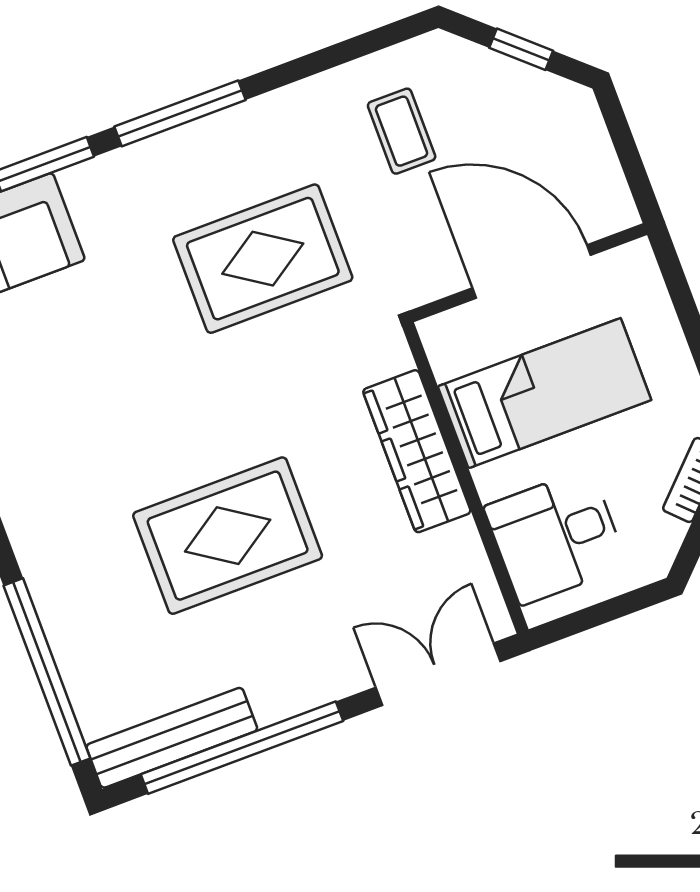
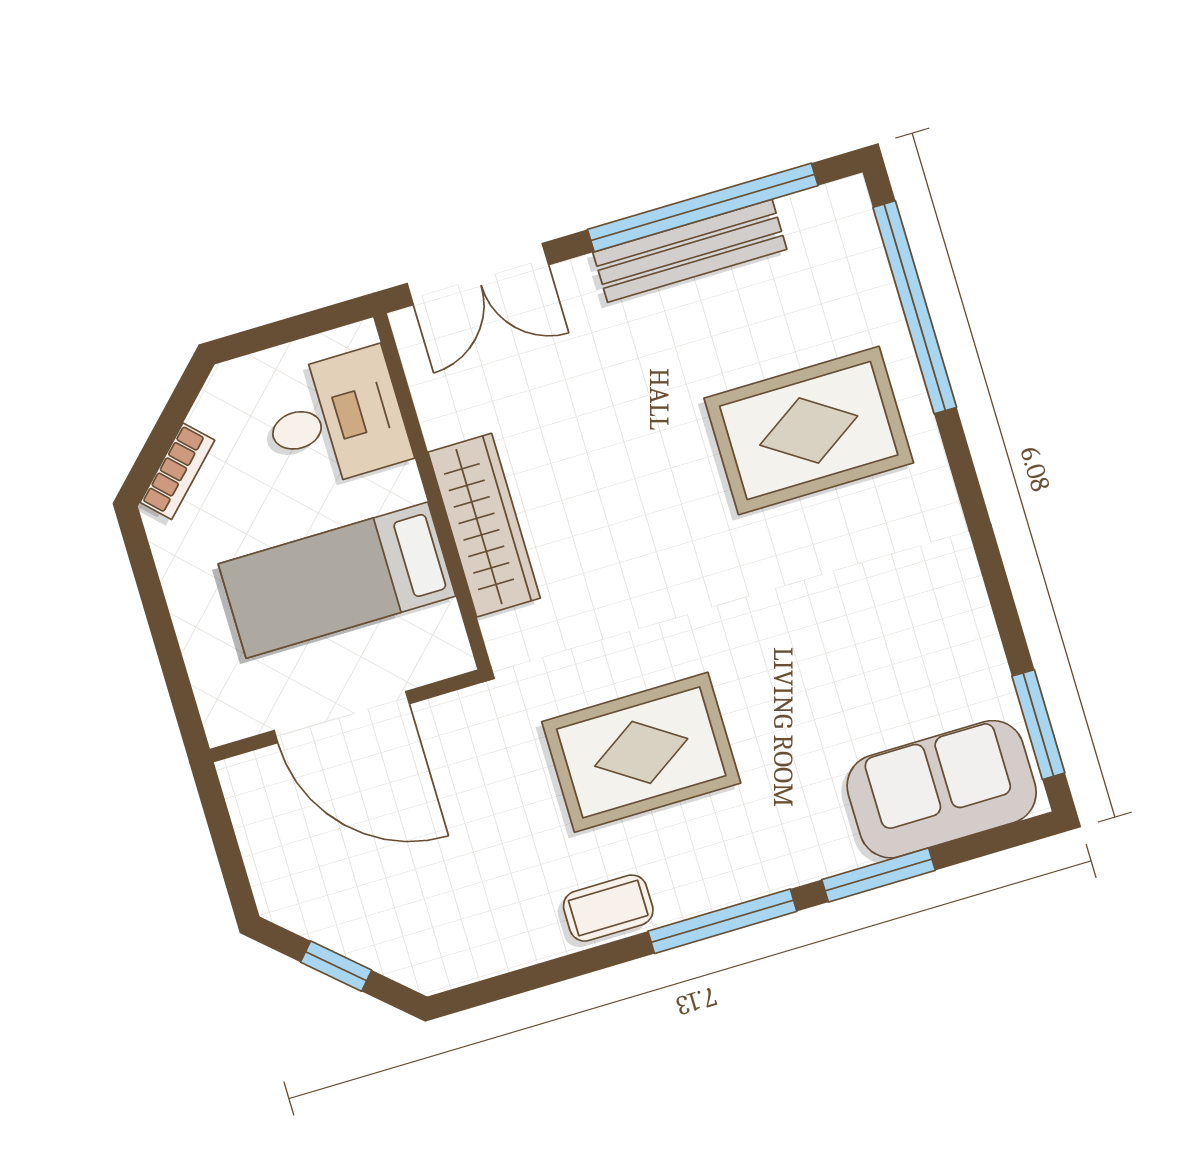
coffee table: (402, 131) -> (608, 908), moved, turned 90
rug: (228, 536) -> (809, 430), moved
bench: (172, 738) -> (690, 251), moved

